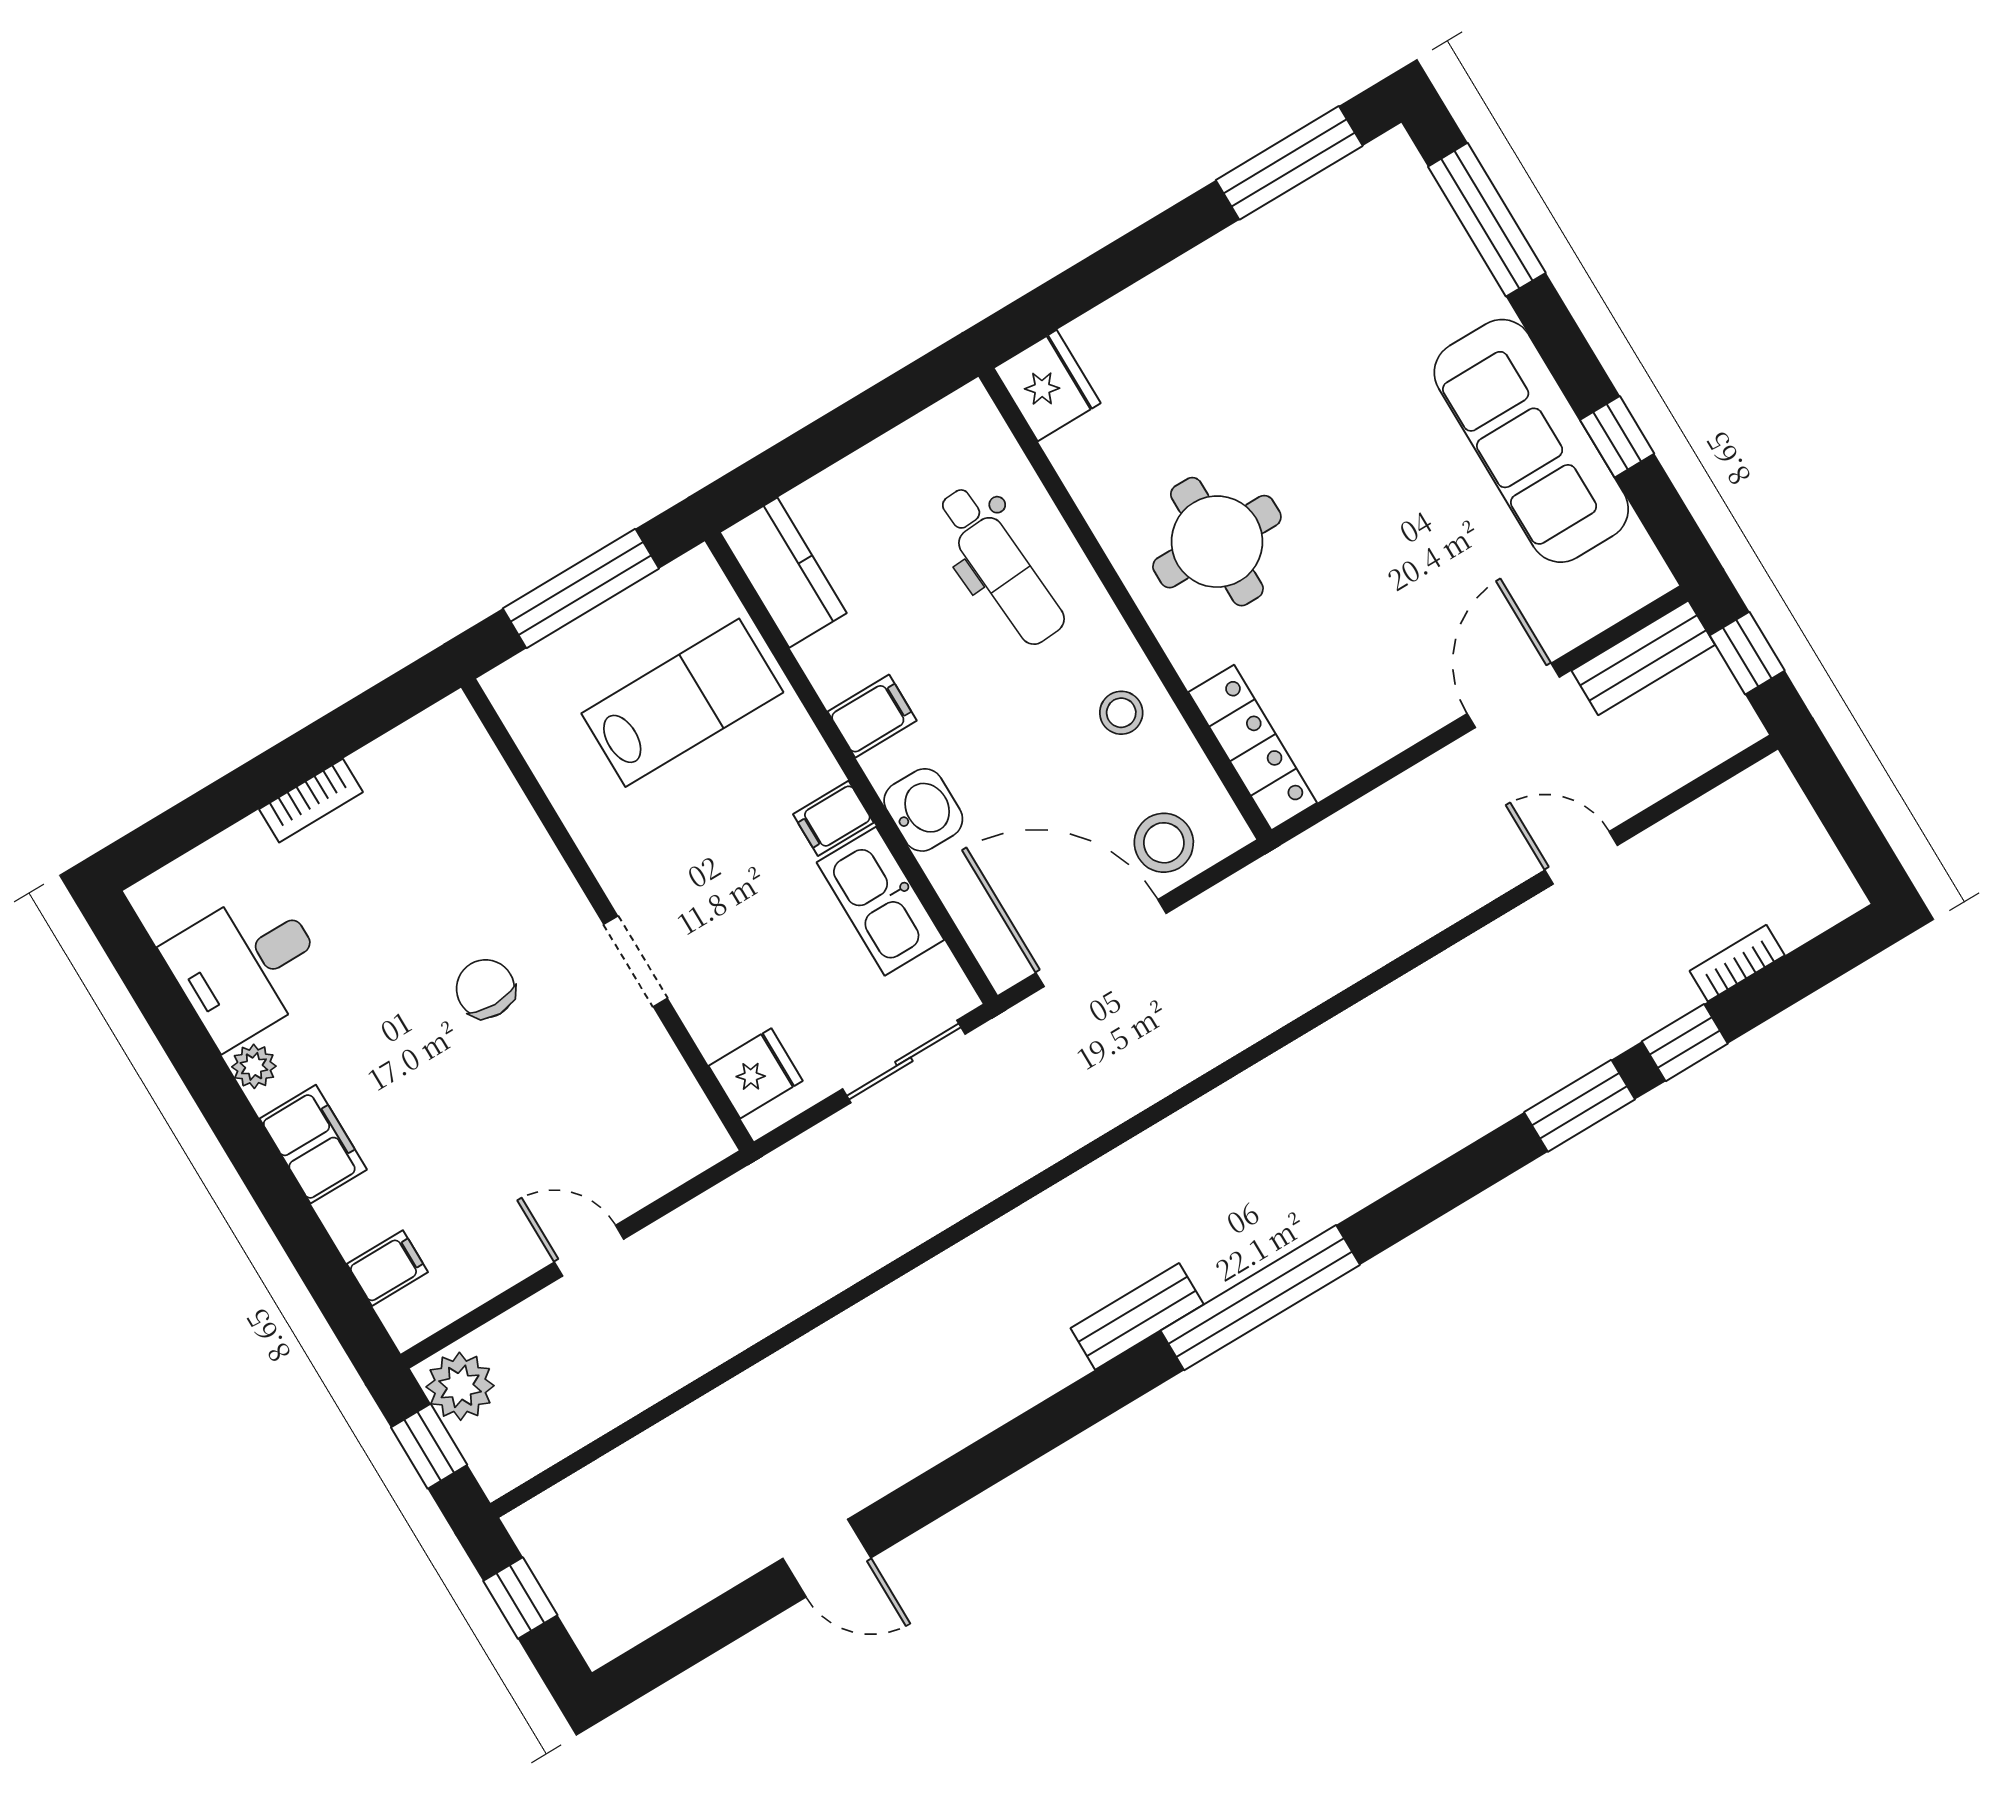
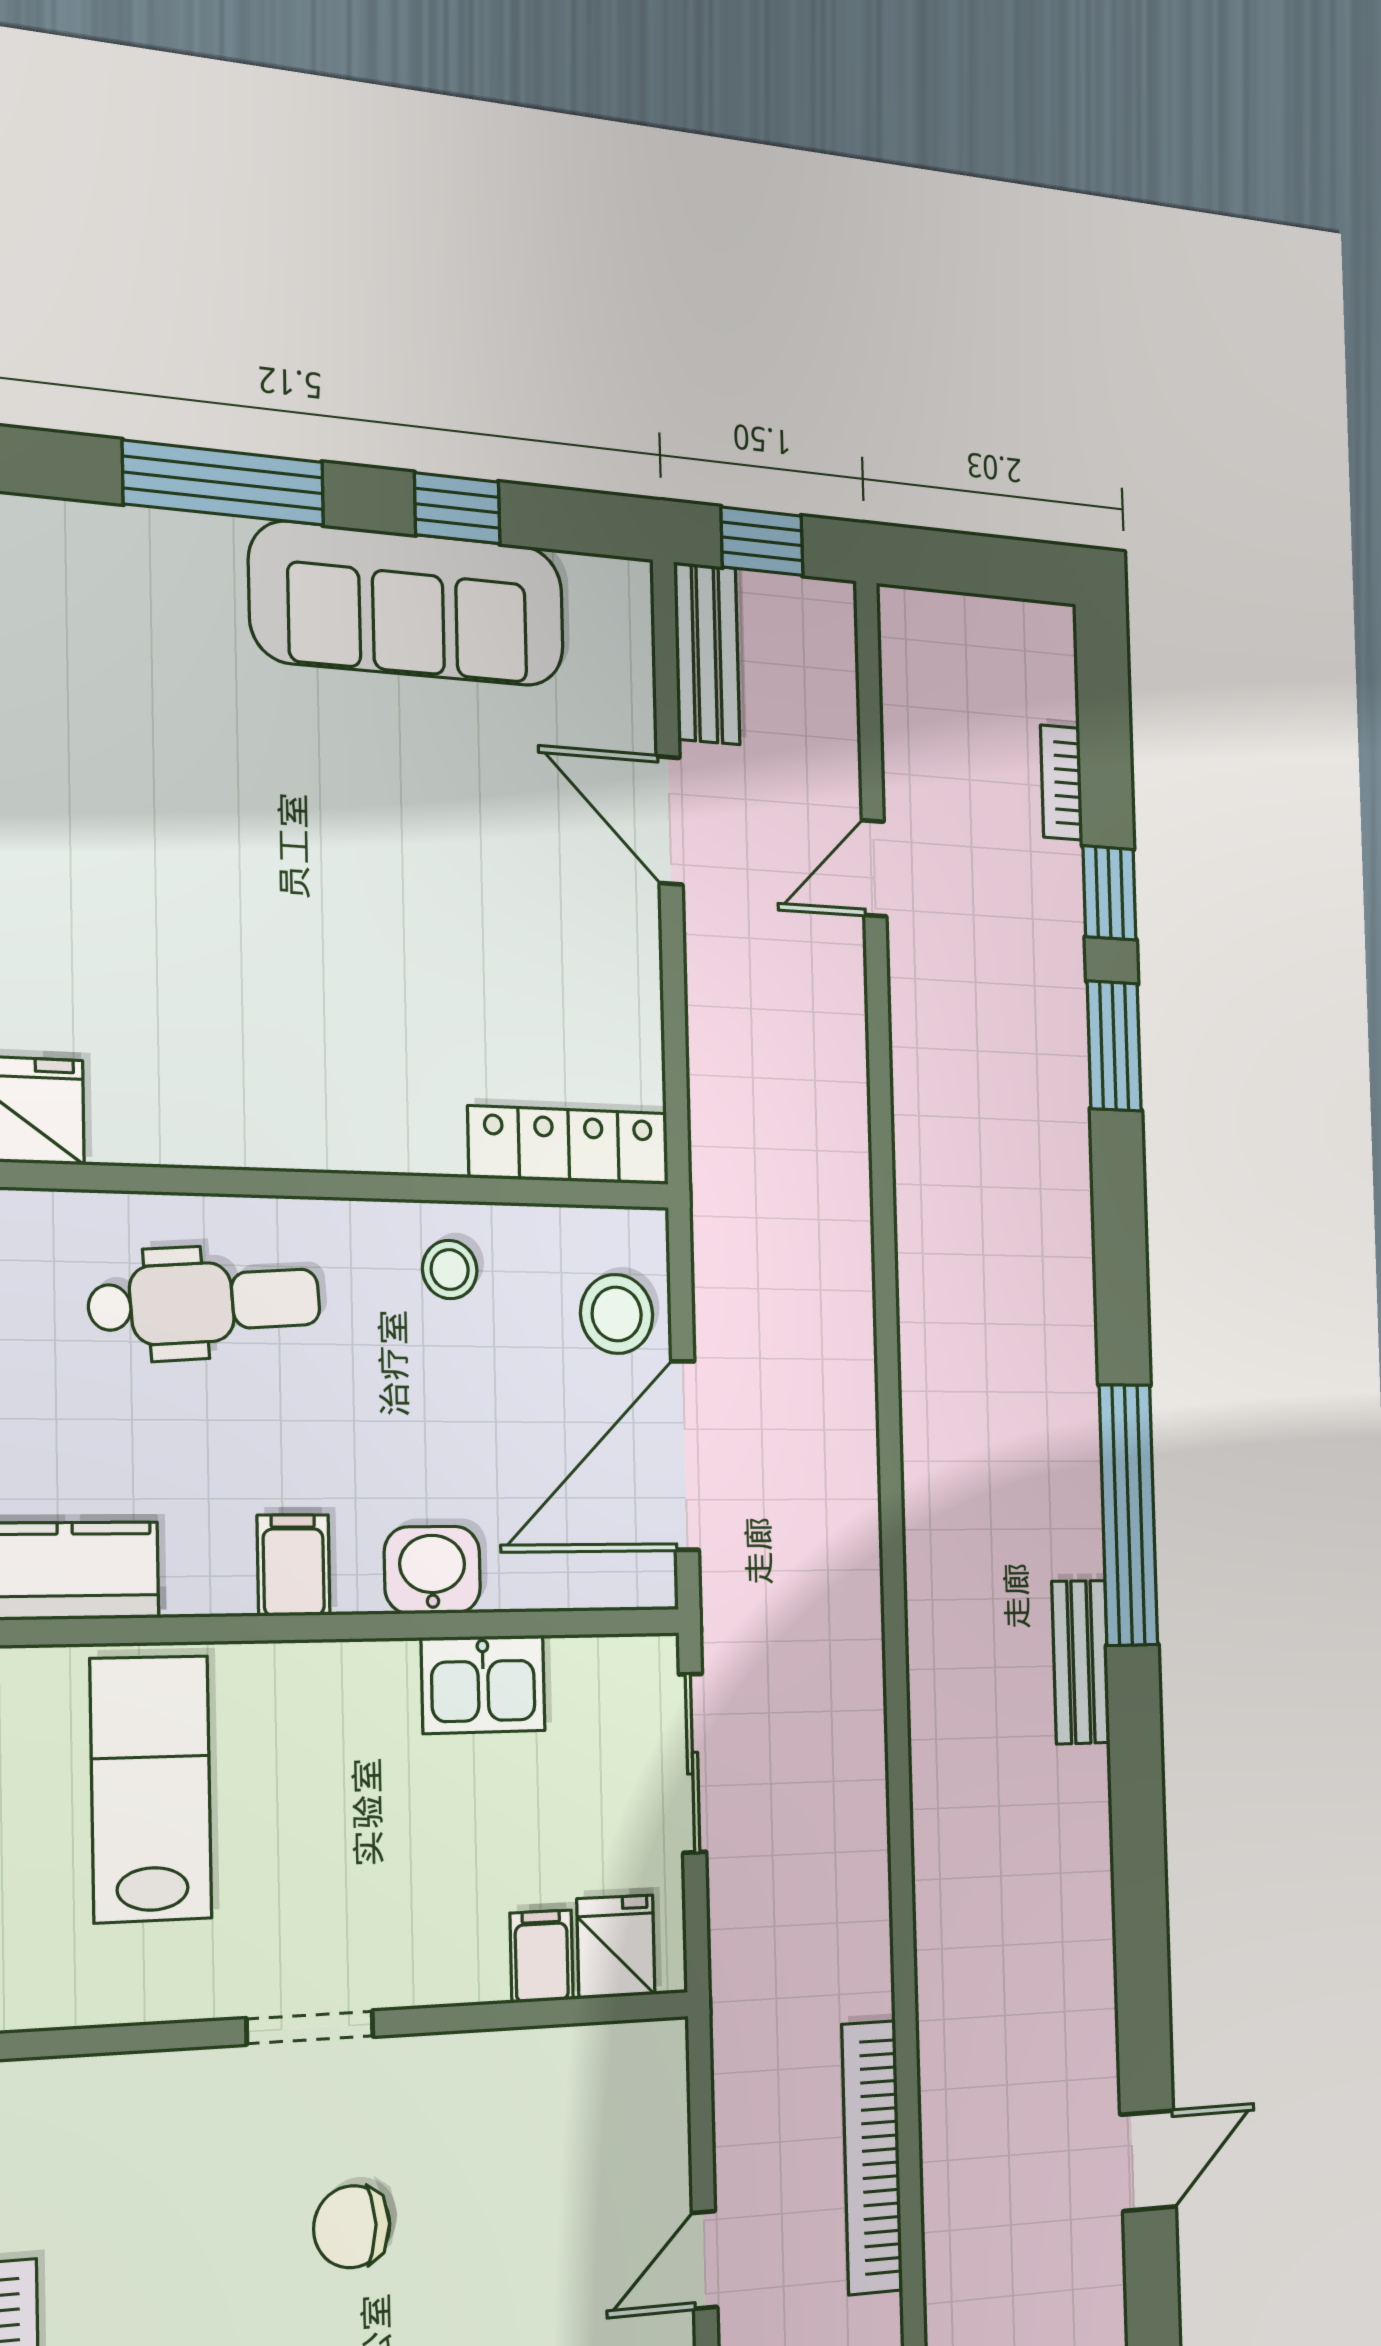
window: (1487, 220) -> (224, 483), moved
round table: (1217, 542) -> (320, 1033), removed
filing cabinet: (833, 818) -> (542, 1956), moved, turned 180
kitchen sink: (880, 901) -> (483, 1684), width x0.73
doorway: (636, 961) -> (310, 2027), moved
bookcase: (718, 1339) -> (872, 2157), added

